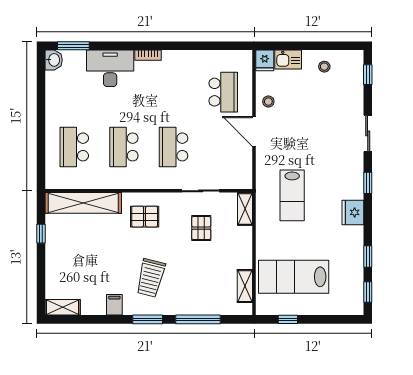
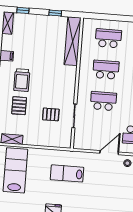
shelving: (245, 209) -> (61, 143), removed
pallet: (145, 217) -> (19, 106), moved
trolley: (151, 278) -> (22, 80), turned -104
window: (41, 285) -> (23, 10), added

